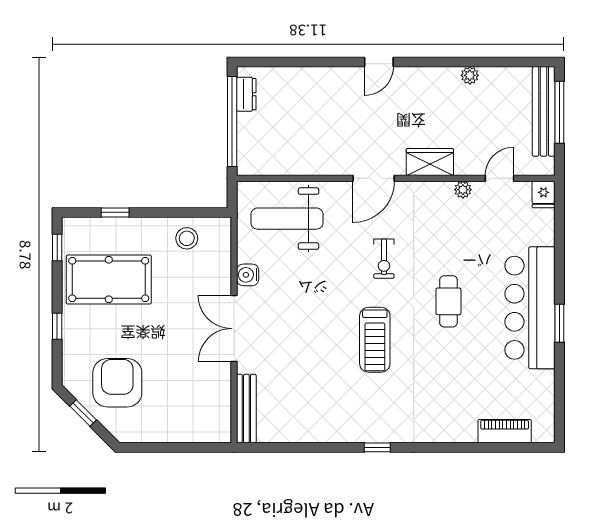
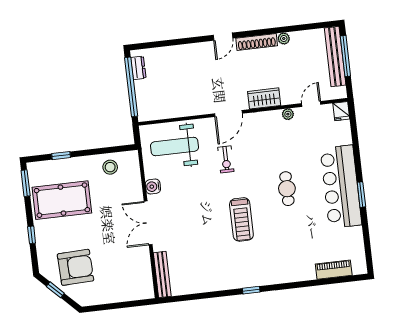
shoe rack: (428, 76) -> (257, 42), added
window: (57, 248) -> (26, 183), width x1.50
exercise bike: (384, 259) -> (226, 159), moved
armchair: (117, 383) -> (75, 267), turned 88

